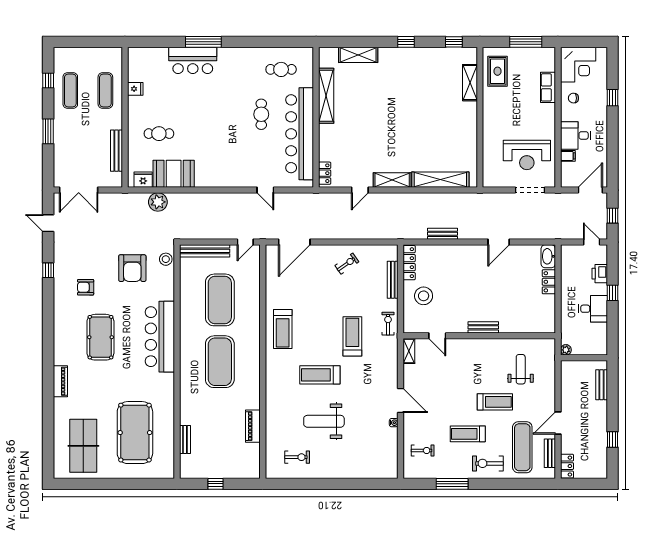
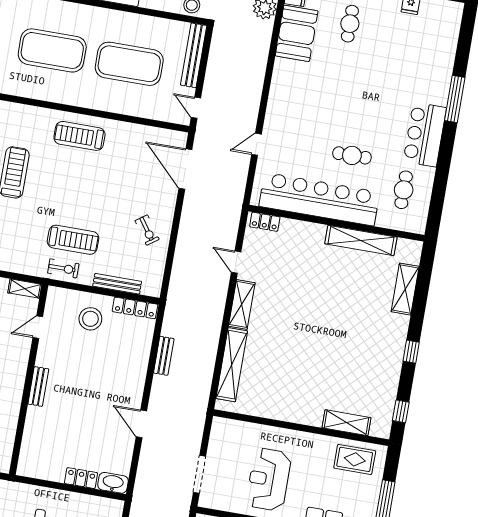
bar counter: (193, 60) -> (425, 135), moved
reception desk: (527, 155) -> (269, 479), moved
treadmill: (352, 336) -> (73, 240), moved

